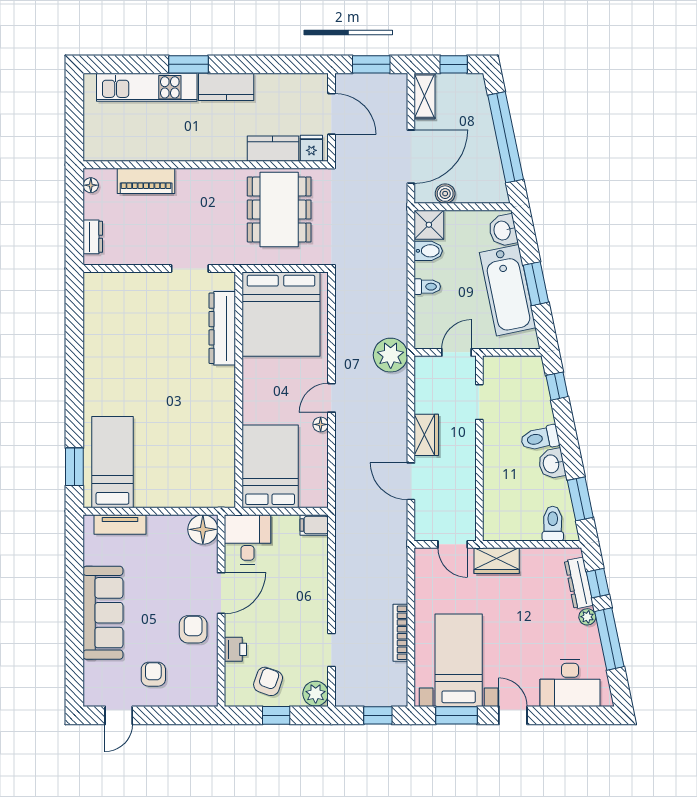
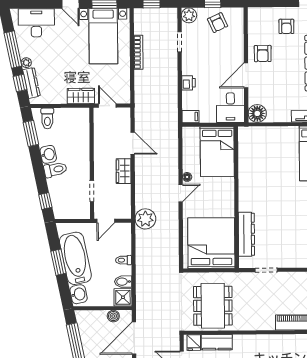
printer: (235, 649) -> (188, 83), moved, turned 180
armchair: (268, 681) -> (218, 23), turned -44

